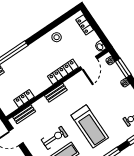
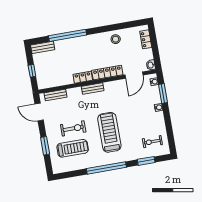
locker: (24, 99) -> (83, 77), moved
treadmill: (90, 126) -> (109, 132), turned 180

